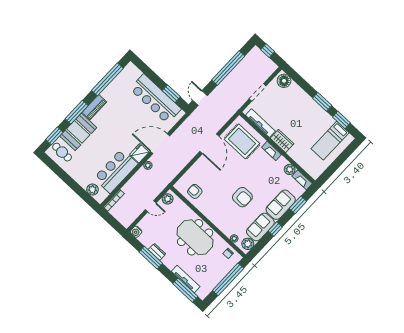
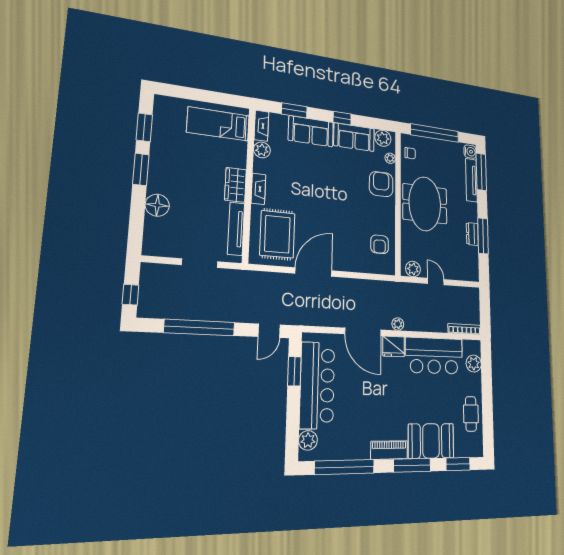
plant: (135, 73) -> (308, 440), added
floor lamp: (284, 81) -> (157, 205), moved
bed: (330, 141) -> (218, 124), moved, turned 180
cafe table: (62, 152) -> (471, 414), moved
armchair: (242, 197) -> (381, 184), moved
water cooler: (136, 232) -> (470, 152), moved

